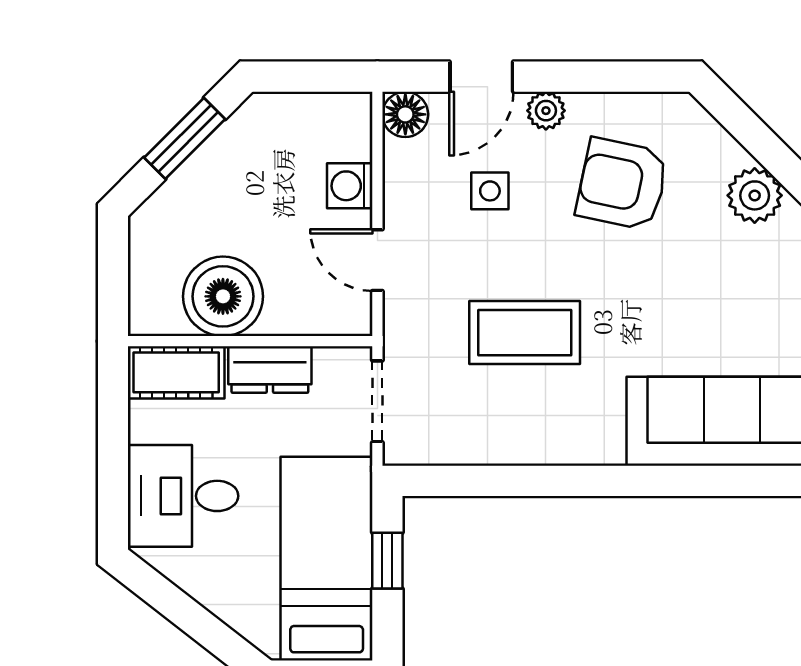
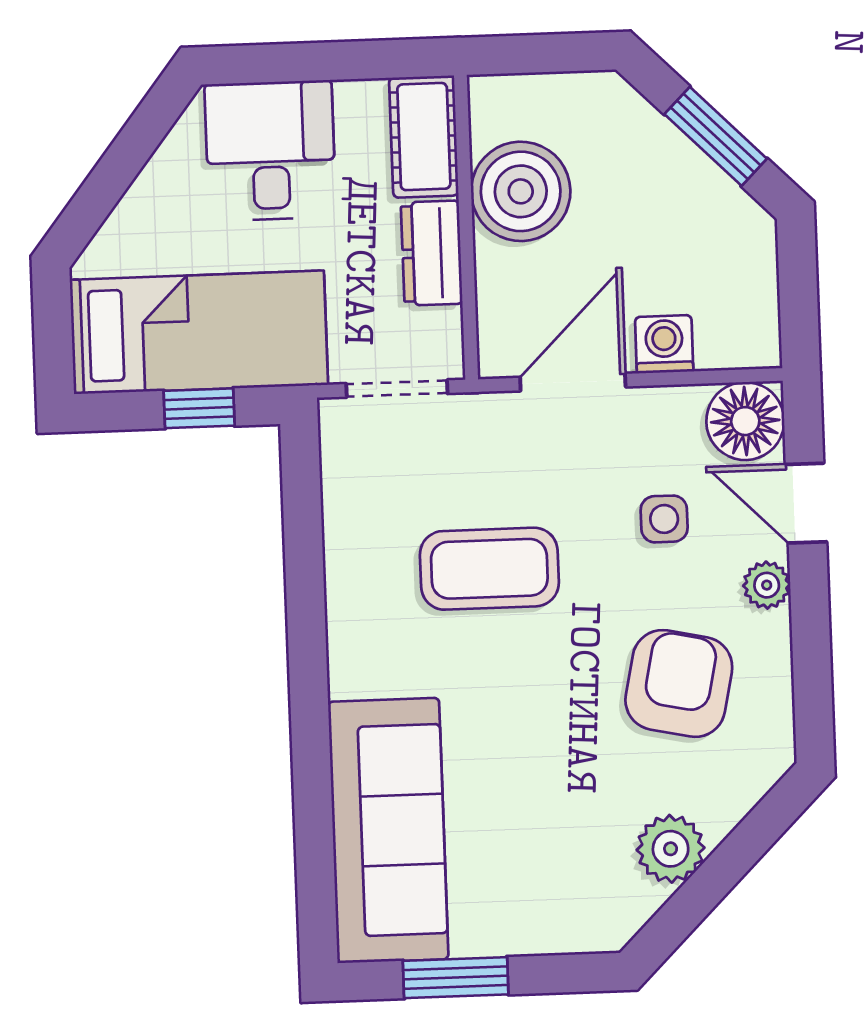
floor lamp: (405, 114) -> (745, 421), width x1.38, depth x1.38
door: (377, 260) -> (573, 382), width x1.38
coffee table: (525, 333) -> (489, 569), turned 90

